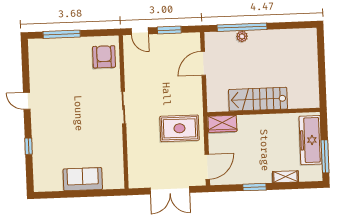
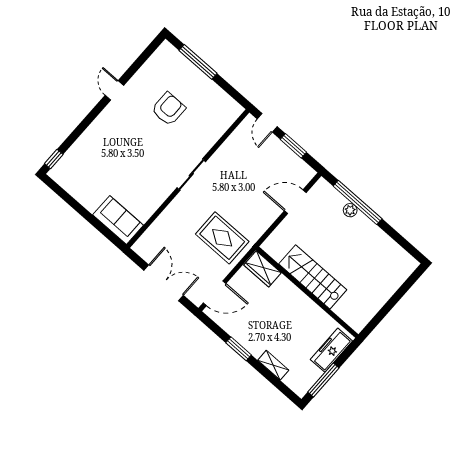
armchair: (104, 57) -> (168, 109), moved
freezer: (311, 140) -> (331, 350), width x0.73, depth x0.79
window: (29, 146) -> (54, 159), moved
sofa: (83, 179) -> (118, 220), moved
double door: (170, 190) -> (164, 283), swing flipped

